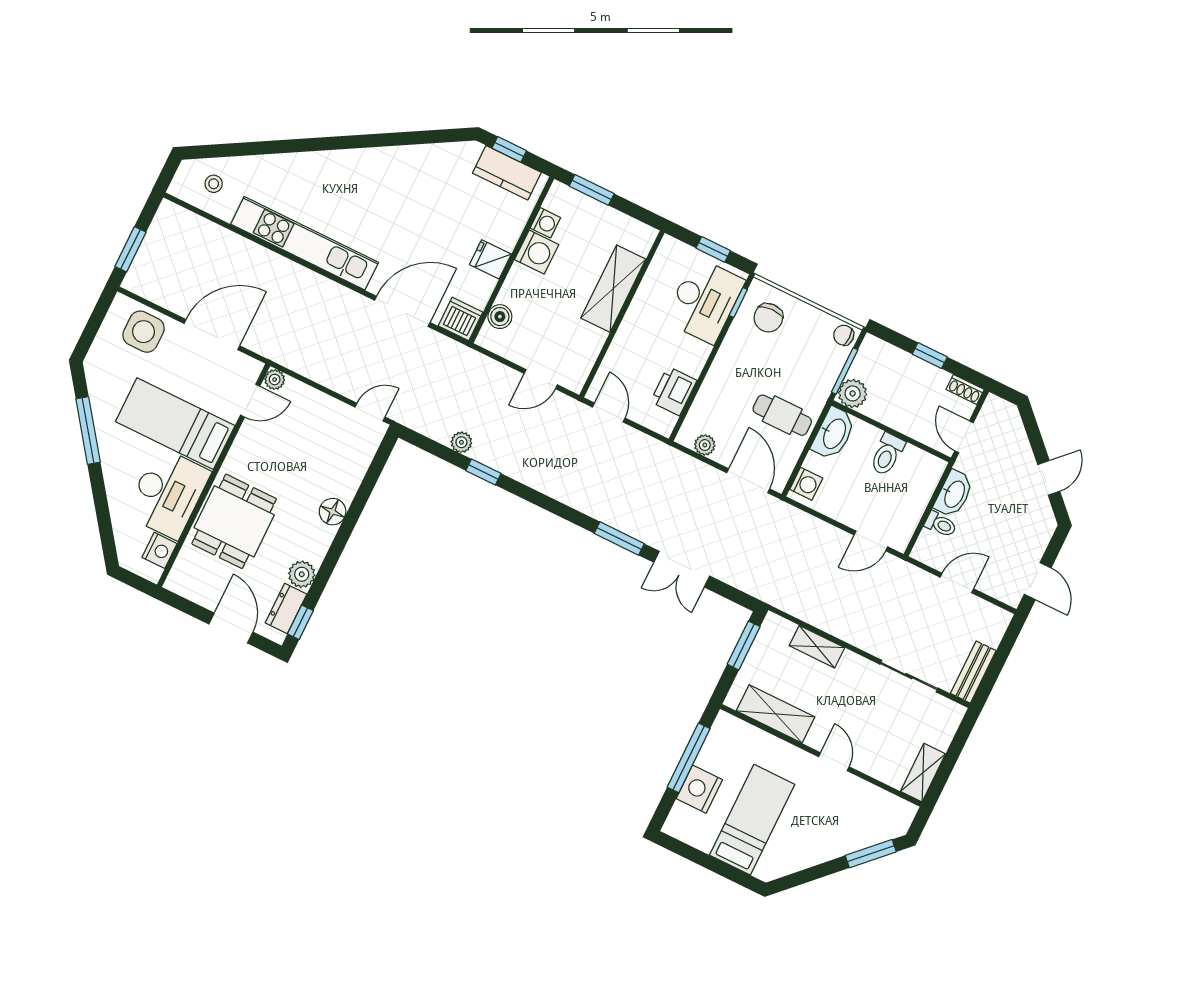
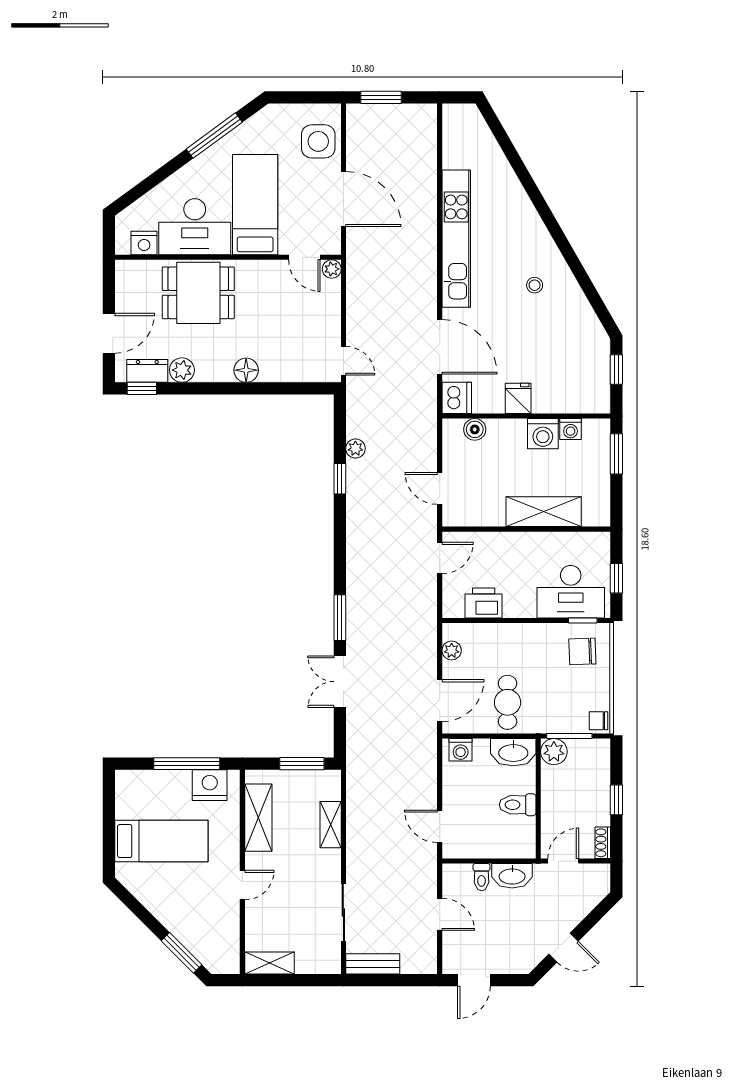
kitchen counter: (507, 173) -> (596, 377), removed
stool: (214, 184) -> (535, 285), moved
chair: (844, 335) -> (598, 721), turned -90
nightstand: (699, 789) -> (210, 785), moved

